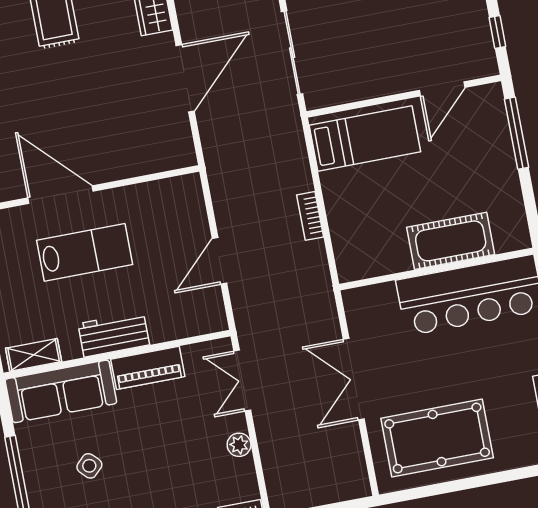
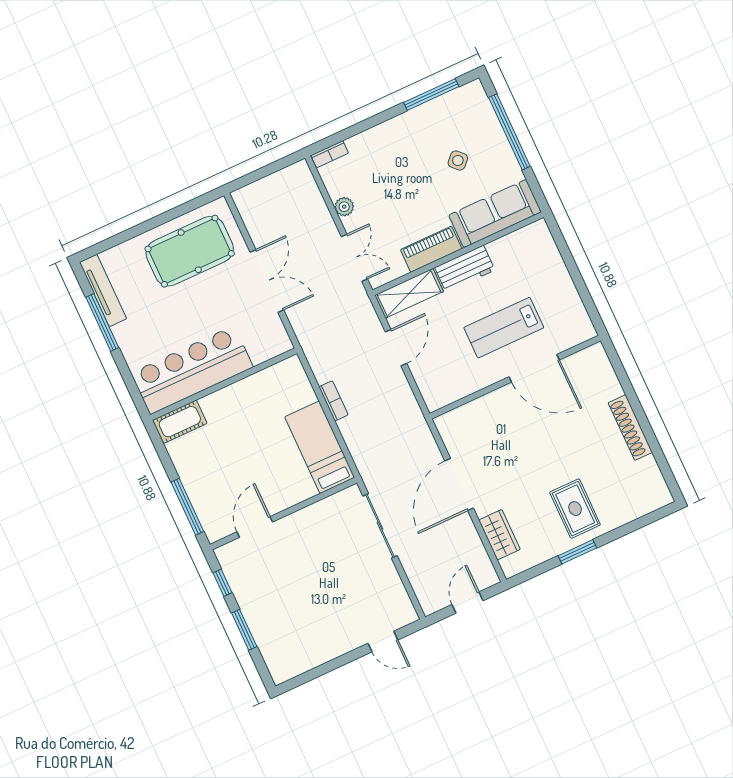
bed: (365, 139) -> (320, 447), moved, turned 90
cot: (451, 241) -> (180, 422), moved, width x0.73, depth x0.75
shelving: (34, 355) -> (409, 293), moved, width x1.50, depth x1.33

